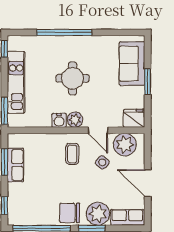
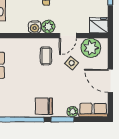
door: (98, 130) -> (68, 36), hinge flipped
plant: (98, 214) -> (72, 112), width x0.53, depth x0.53

